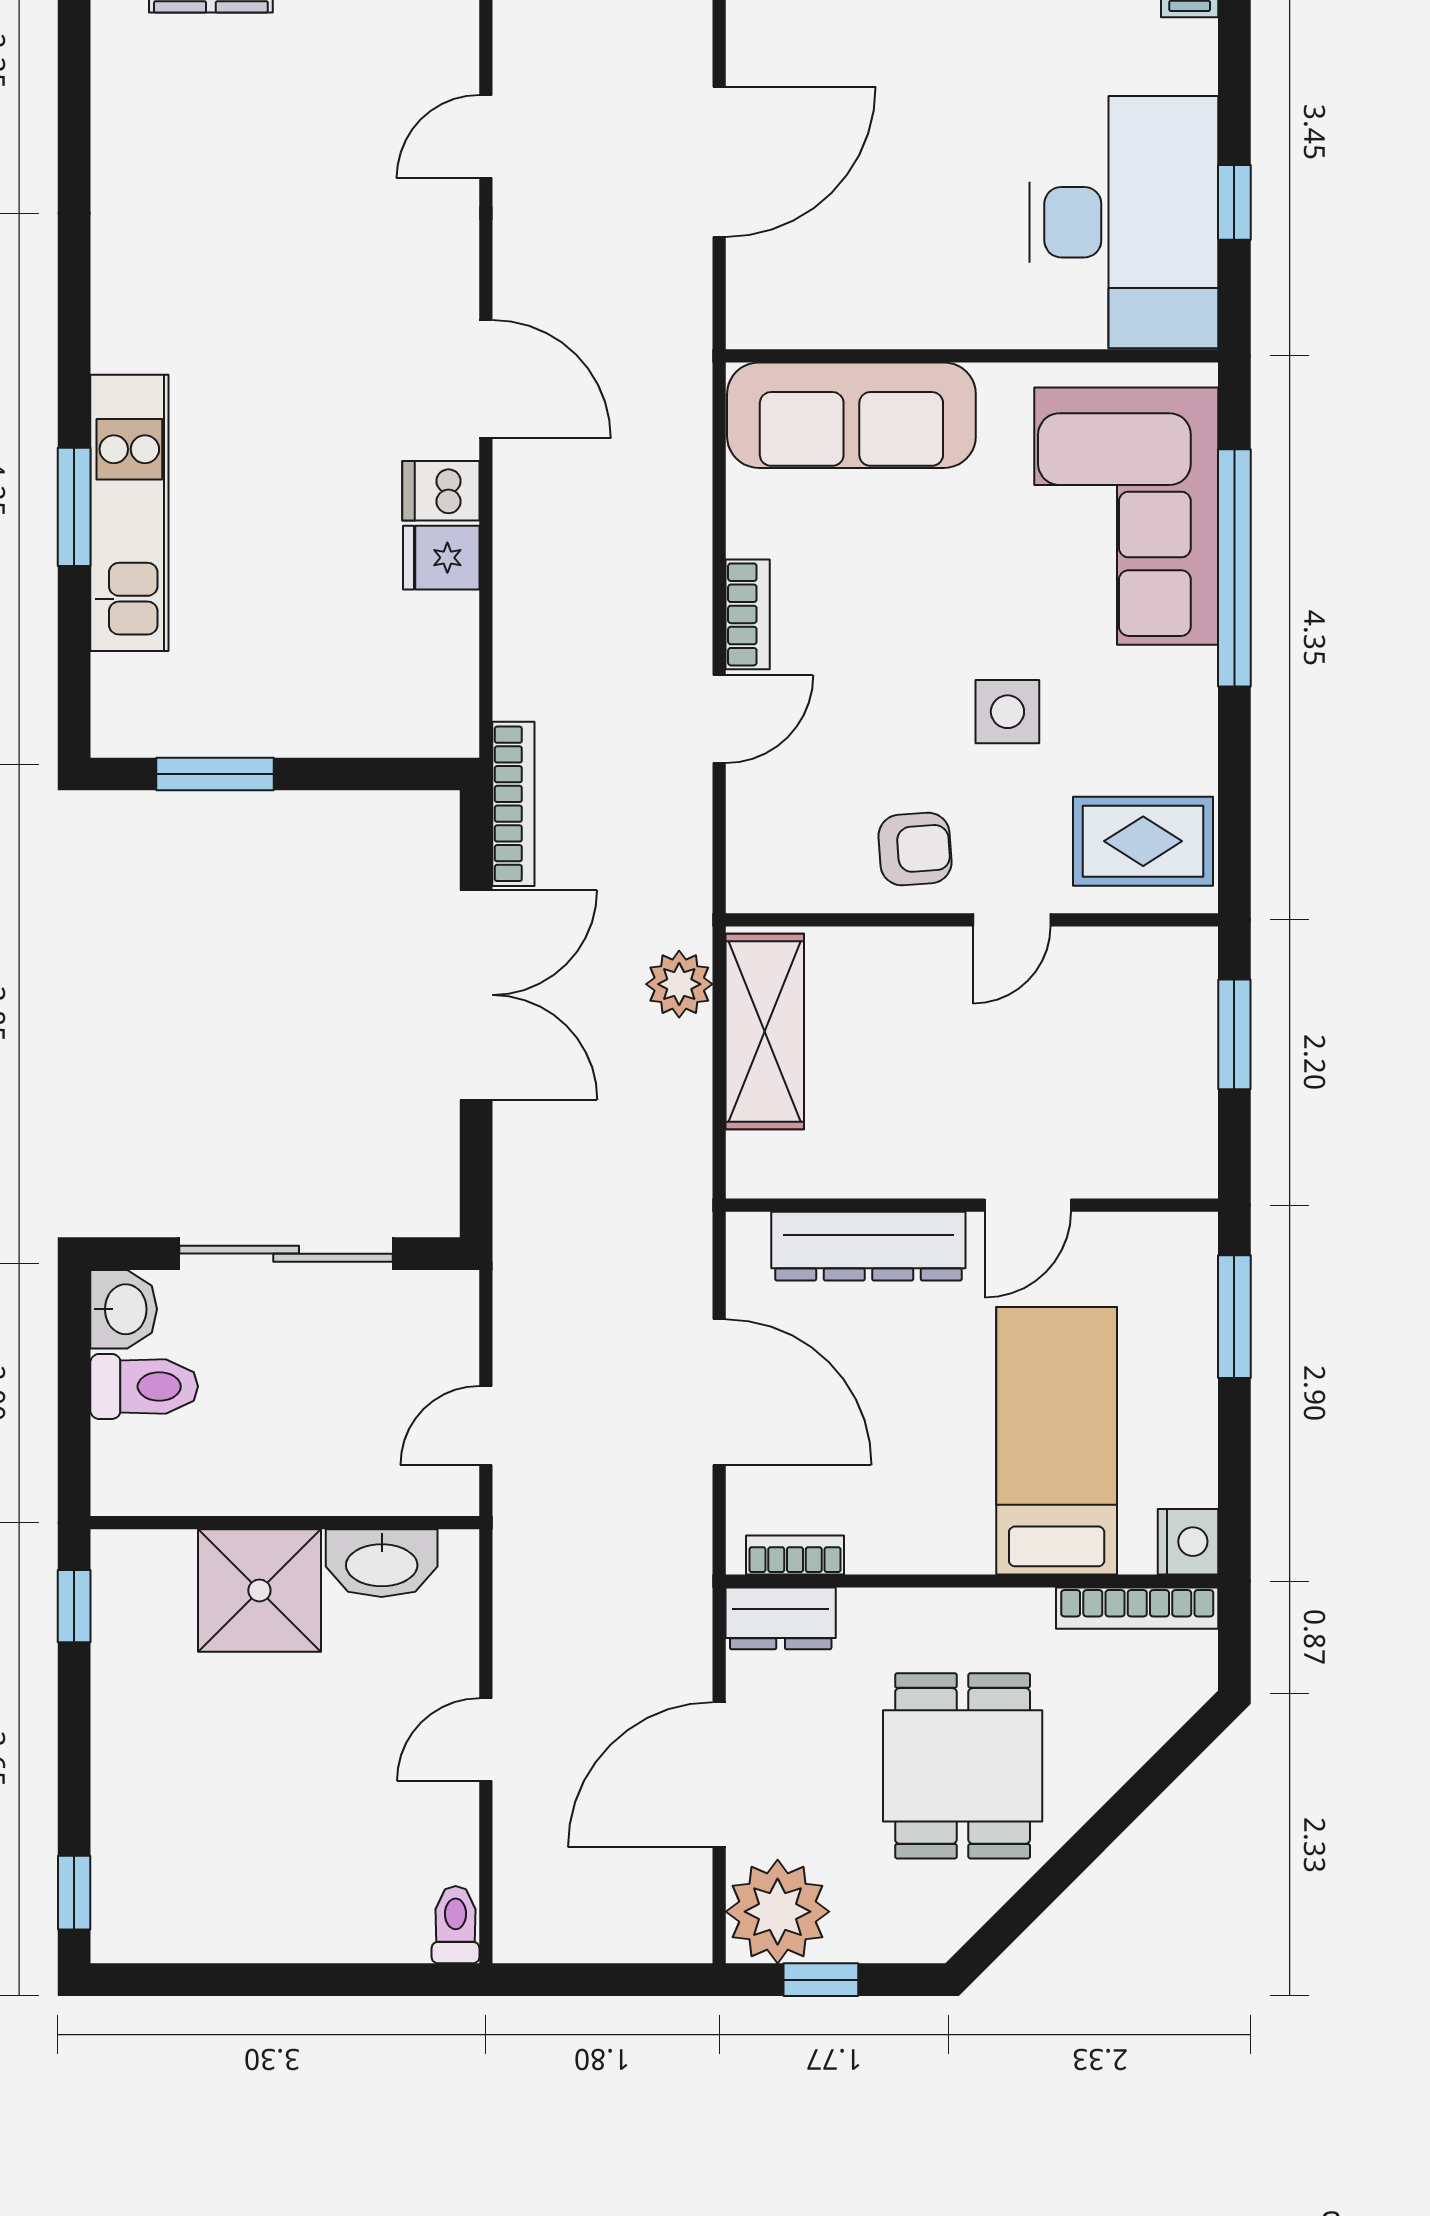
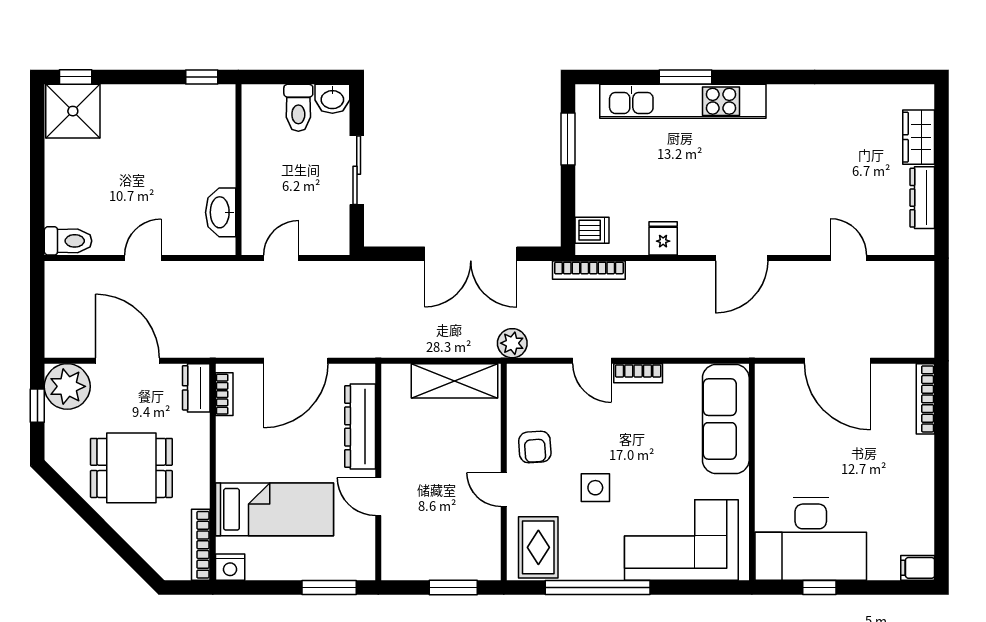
dishwasher: (441, 491) -> (592, 230), moved, turned 90
kitchen unit: (129, 513) -> (683, 101), width x1.36
window: (1234, 568) -> (598, 588), moved
bookcase: (513, 804) -> (589, 270), moved
plant: (679, 984) -> (512, 343), moved
sliding door: (286, 1254) -> (357, 170), width x0.73
door: (486, 1426) -> (281, 258), hinge flipped
shower: (259, 1590) -> (73, 111), moved
door: (486, 1740) -> (143, 258), hinge flipped
toilet: (456, 1925) -> (68, 241), width x1.37, depth x1.39

